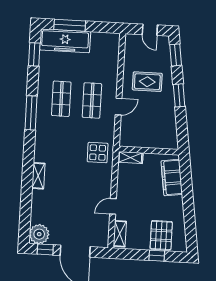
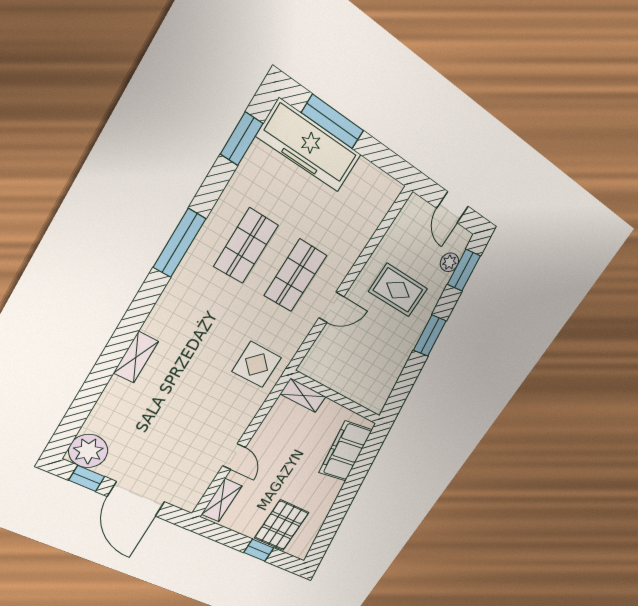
plant: (165, 55) -> (449, 262), added
door: (113, 206) -> (234, 457), swing flipped

